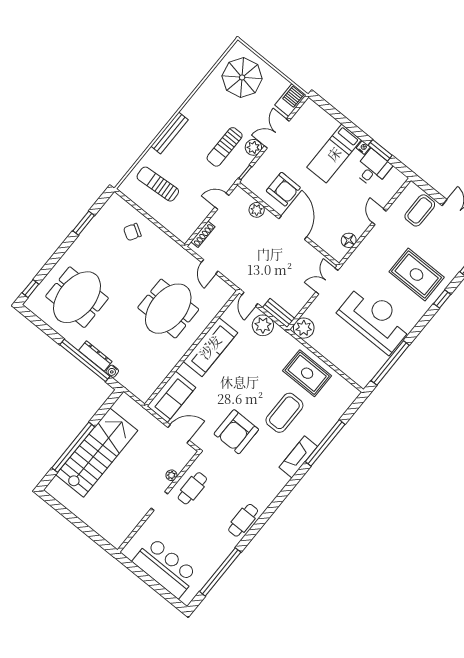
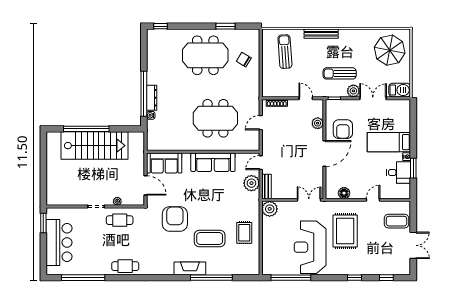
rug: (417, 274) -> (345, 231), moved
meeting table: (77, 297) -> (205, 55), moved
reception desk: (375, 319) -> (310, 247), turned 180
rug: (307, 373) -> (244, 233), width x0.73, depth x0.70
armchair: (236, 432) -> (175, 219), turned 90
window: (133, 567) -> (43, 223), added

